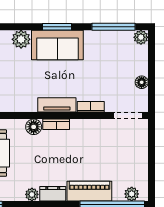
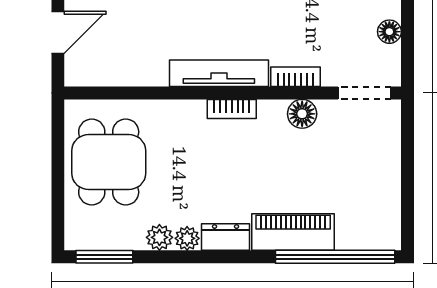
tv unit: (57, 105) -> (219, 73), width x1.41
floor lamp: (34, 127) -> (302, 114), moved
plant: (132, 194) -> (159, 237), moved

